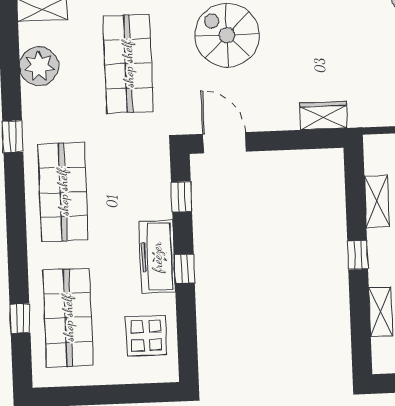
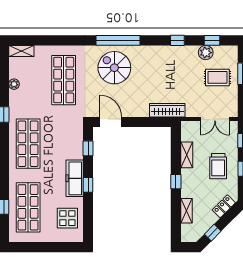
plant: (39, 66) -> (14, 84), width x0.53, depth x0.53
wardrobe: (323, 115) -> (167, 110), width x1.50

